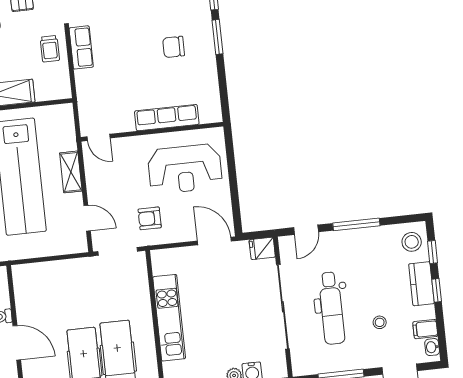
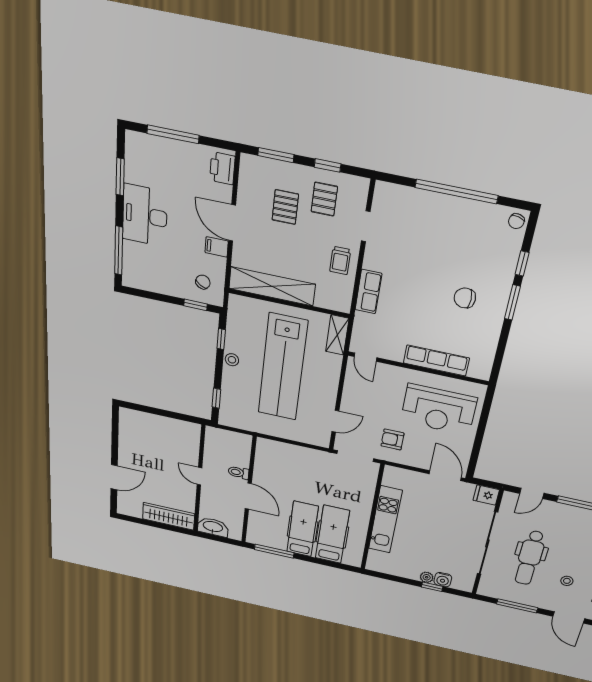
row of seats: (81, 47) -> (368, 292), moved
shelving: (71, 172) -> (337, 335), moved
door: (87, 218) -> (335, 421), hinge flipped

